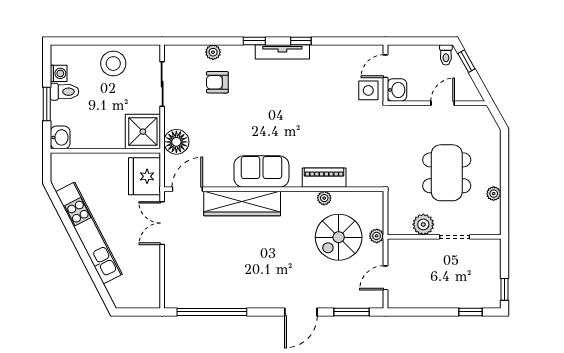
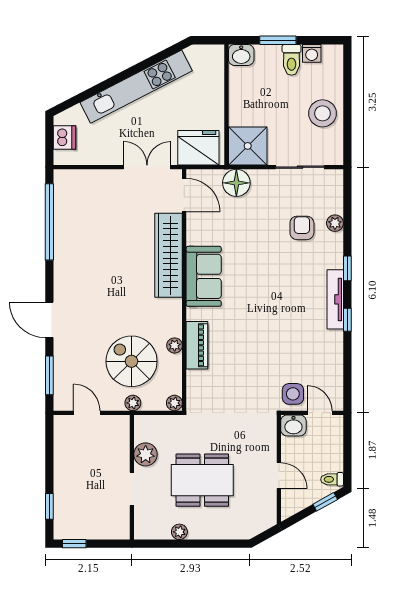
plant: (377, 198) -> (174, 403), added
dishwasher: (135, 298) -> (64, 138), added

